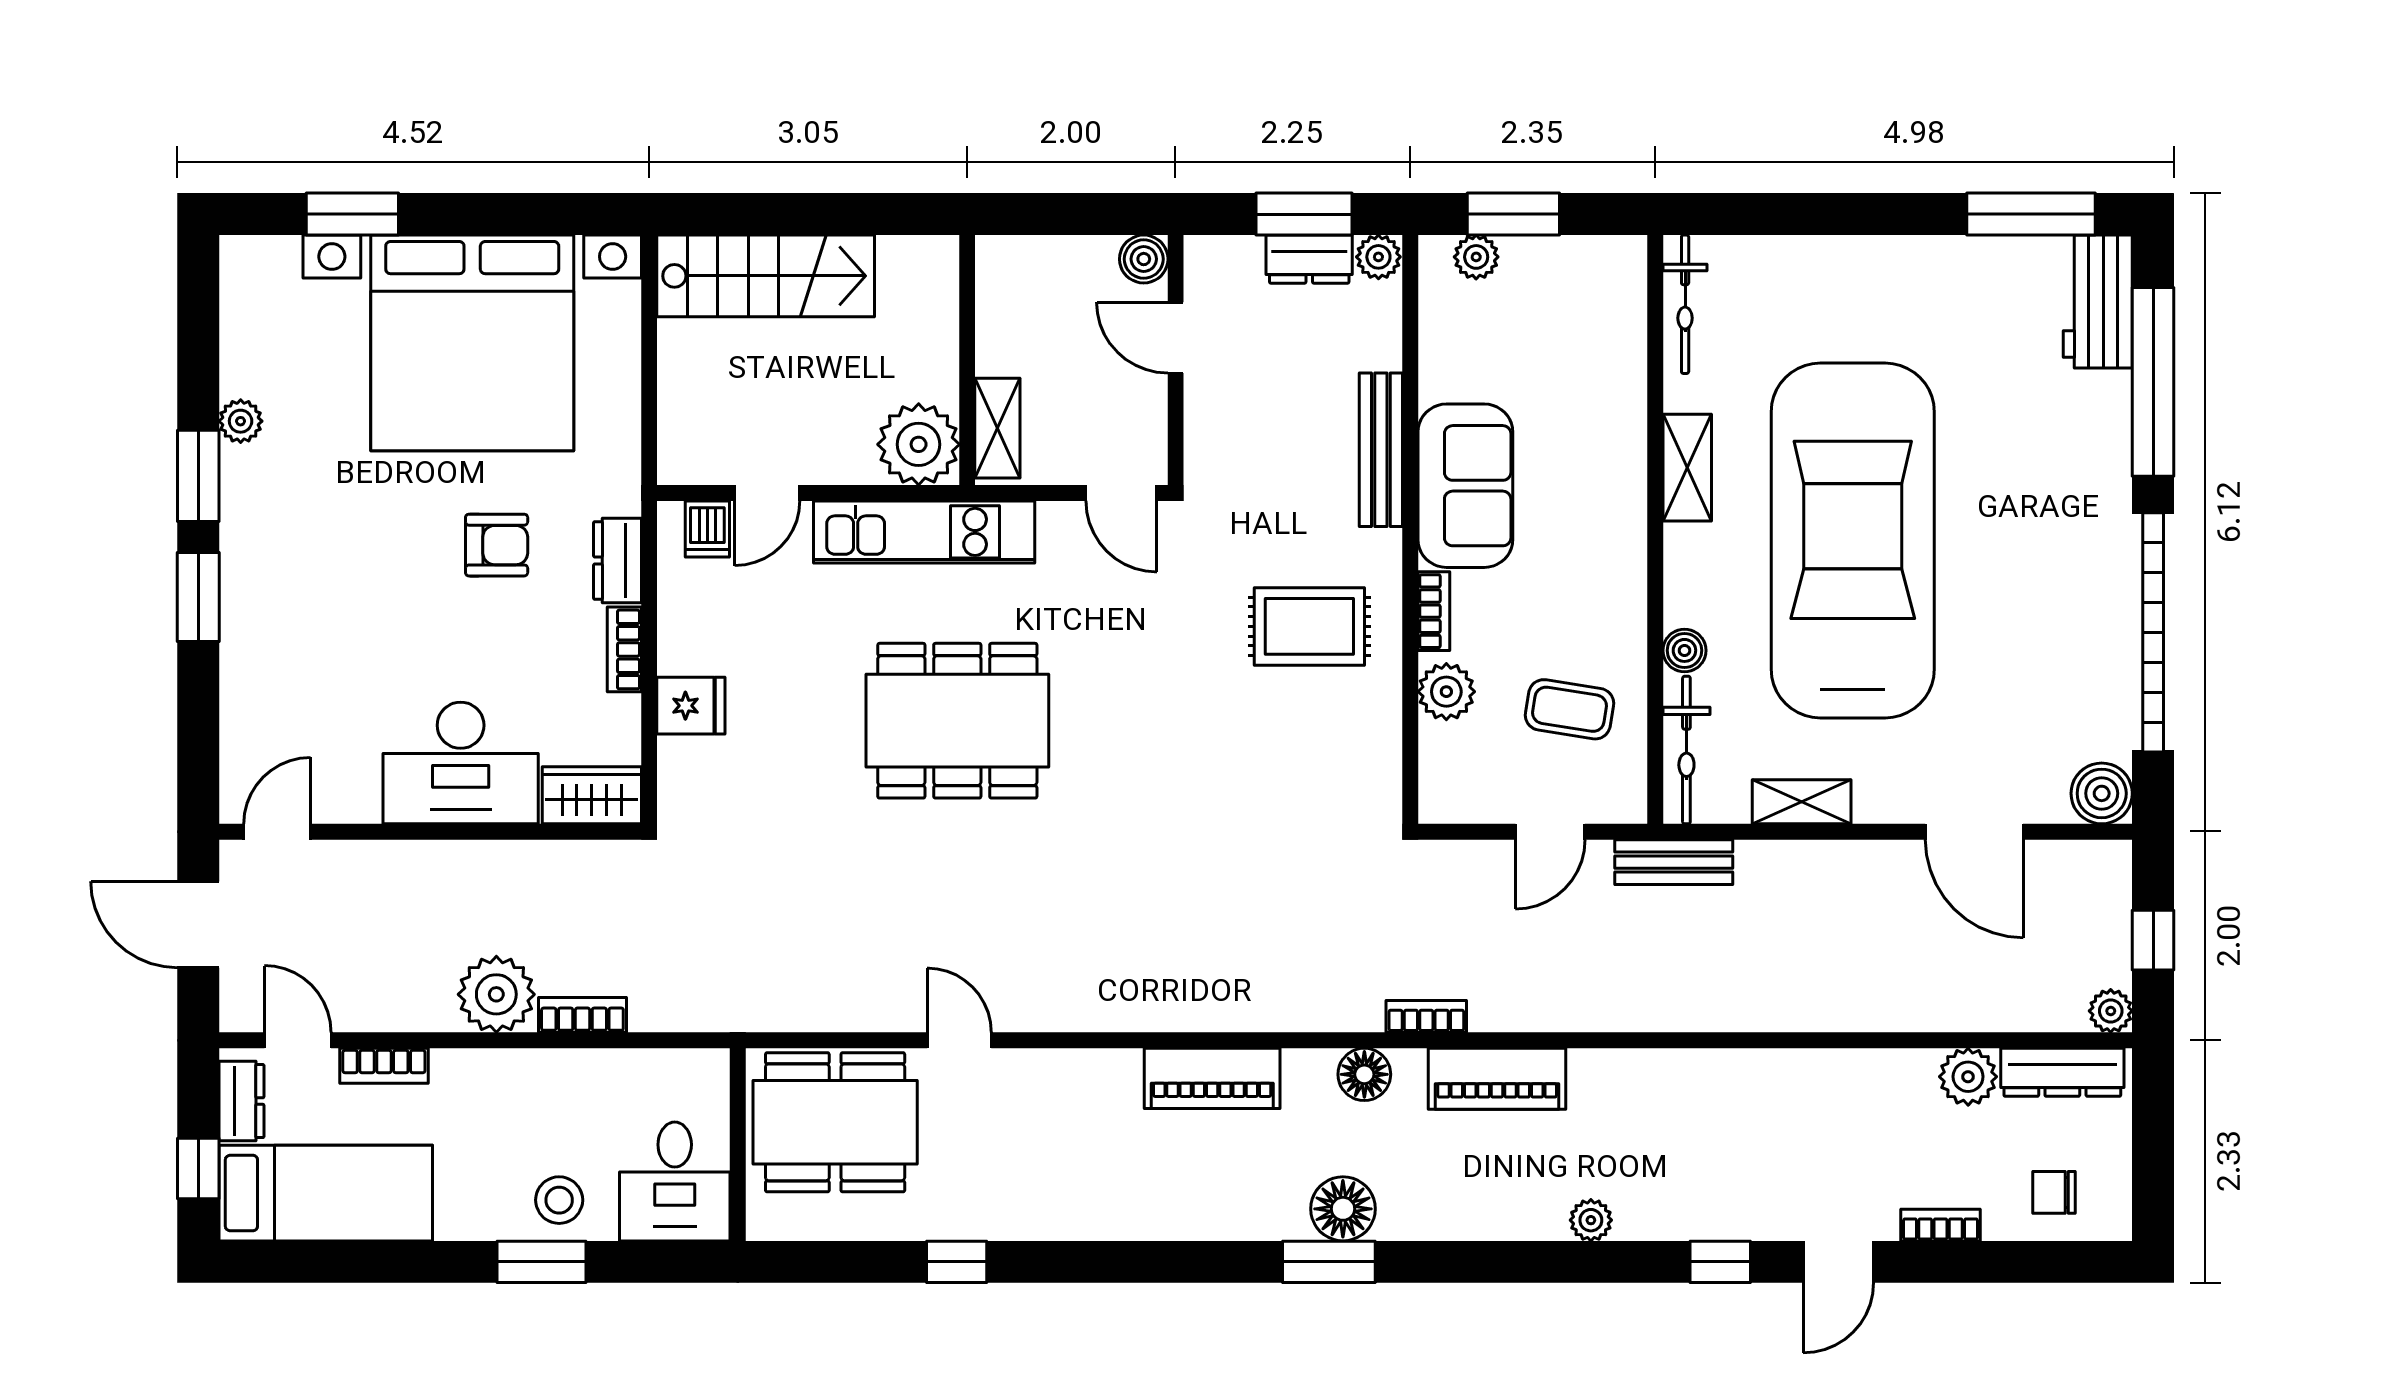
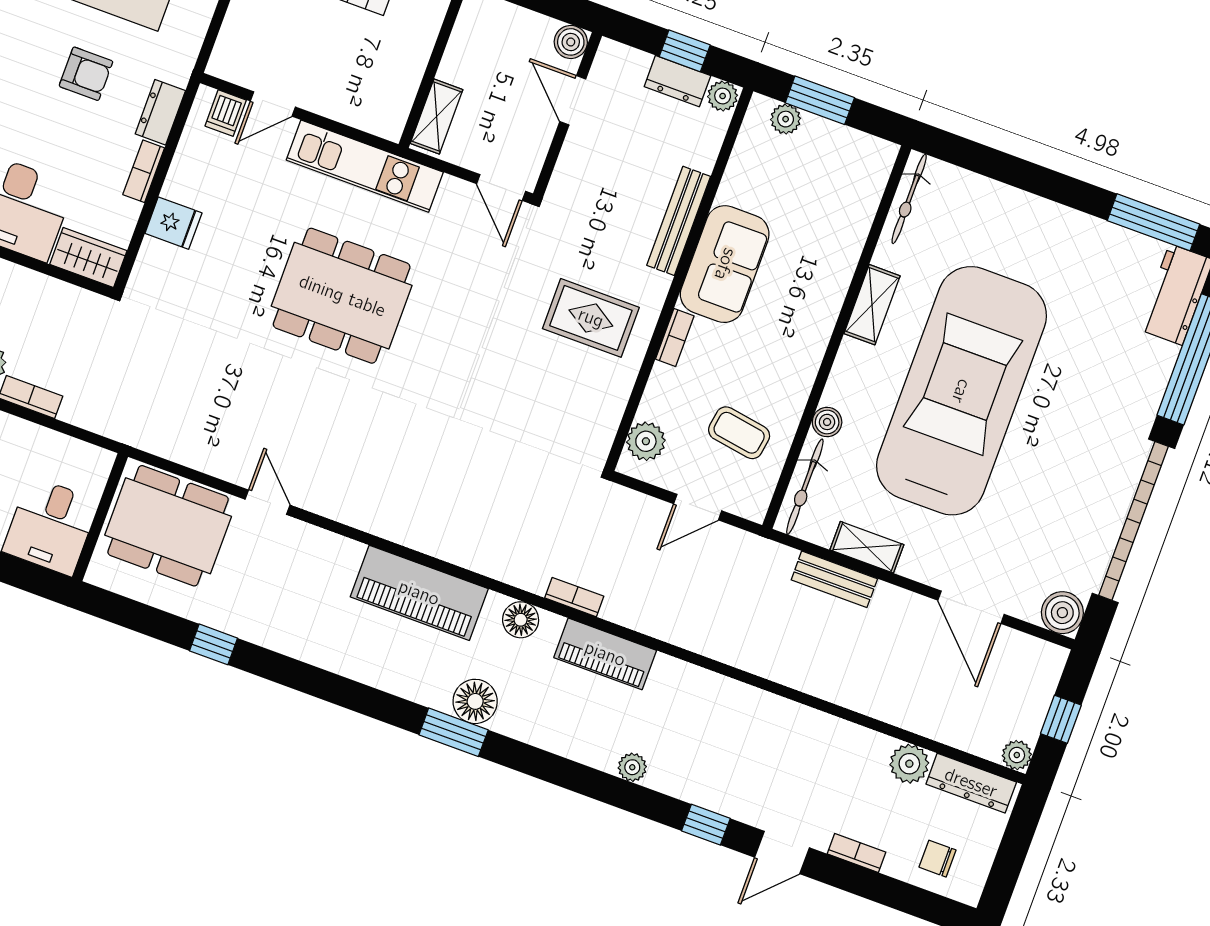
window: (1304, 214) -> (685, 51), width x0.67
plant: (919, 444) -> (382, 108), removed
plant: (1446, 692) -> (646, 441), moved
bench: (1674, 862) -> (834, 579), moved
piano: (1212, 1078) -> (419, 593), width x1.37, depth x1.33

